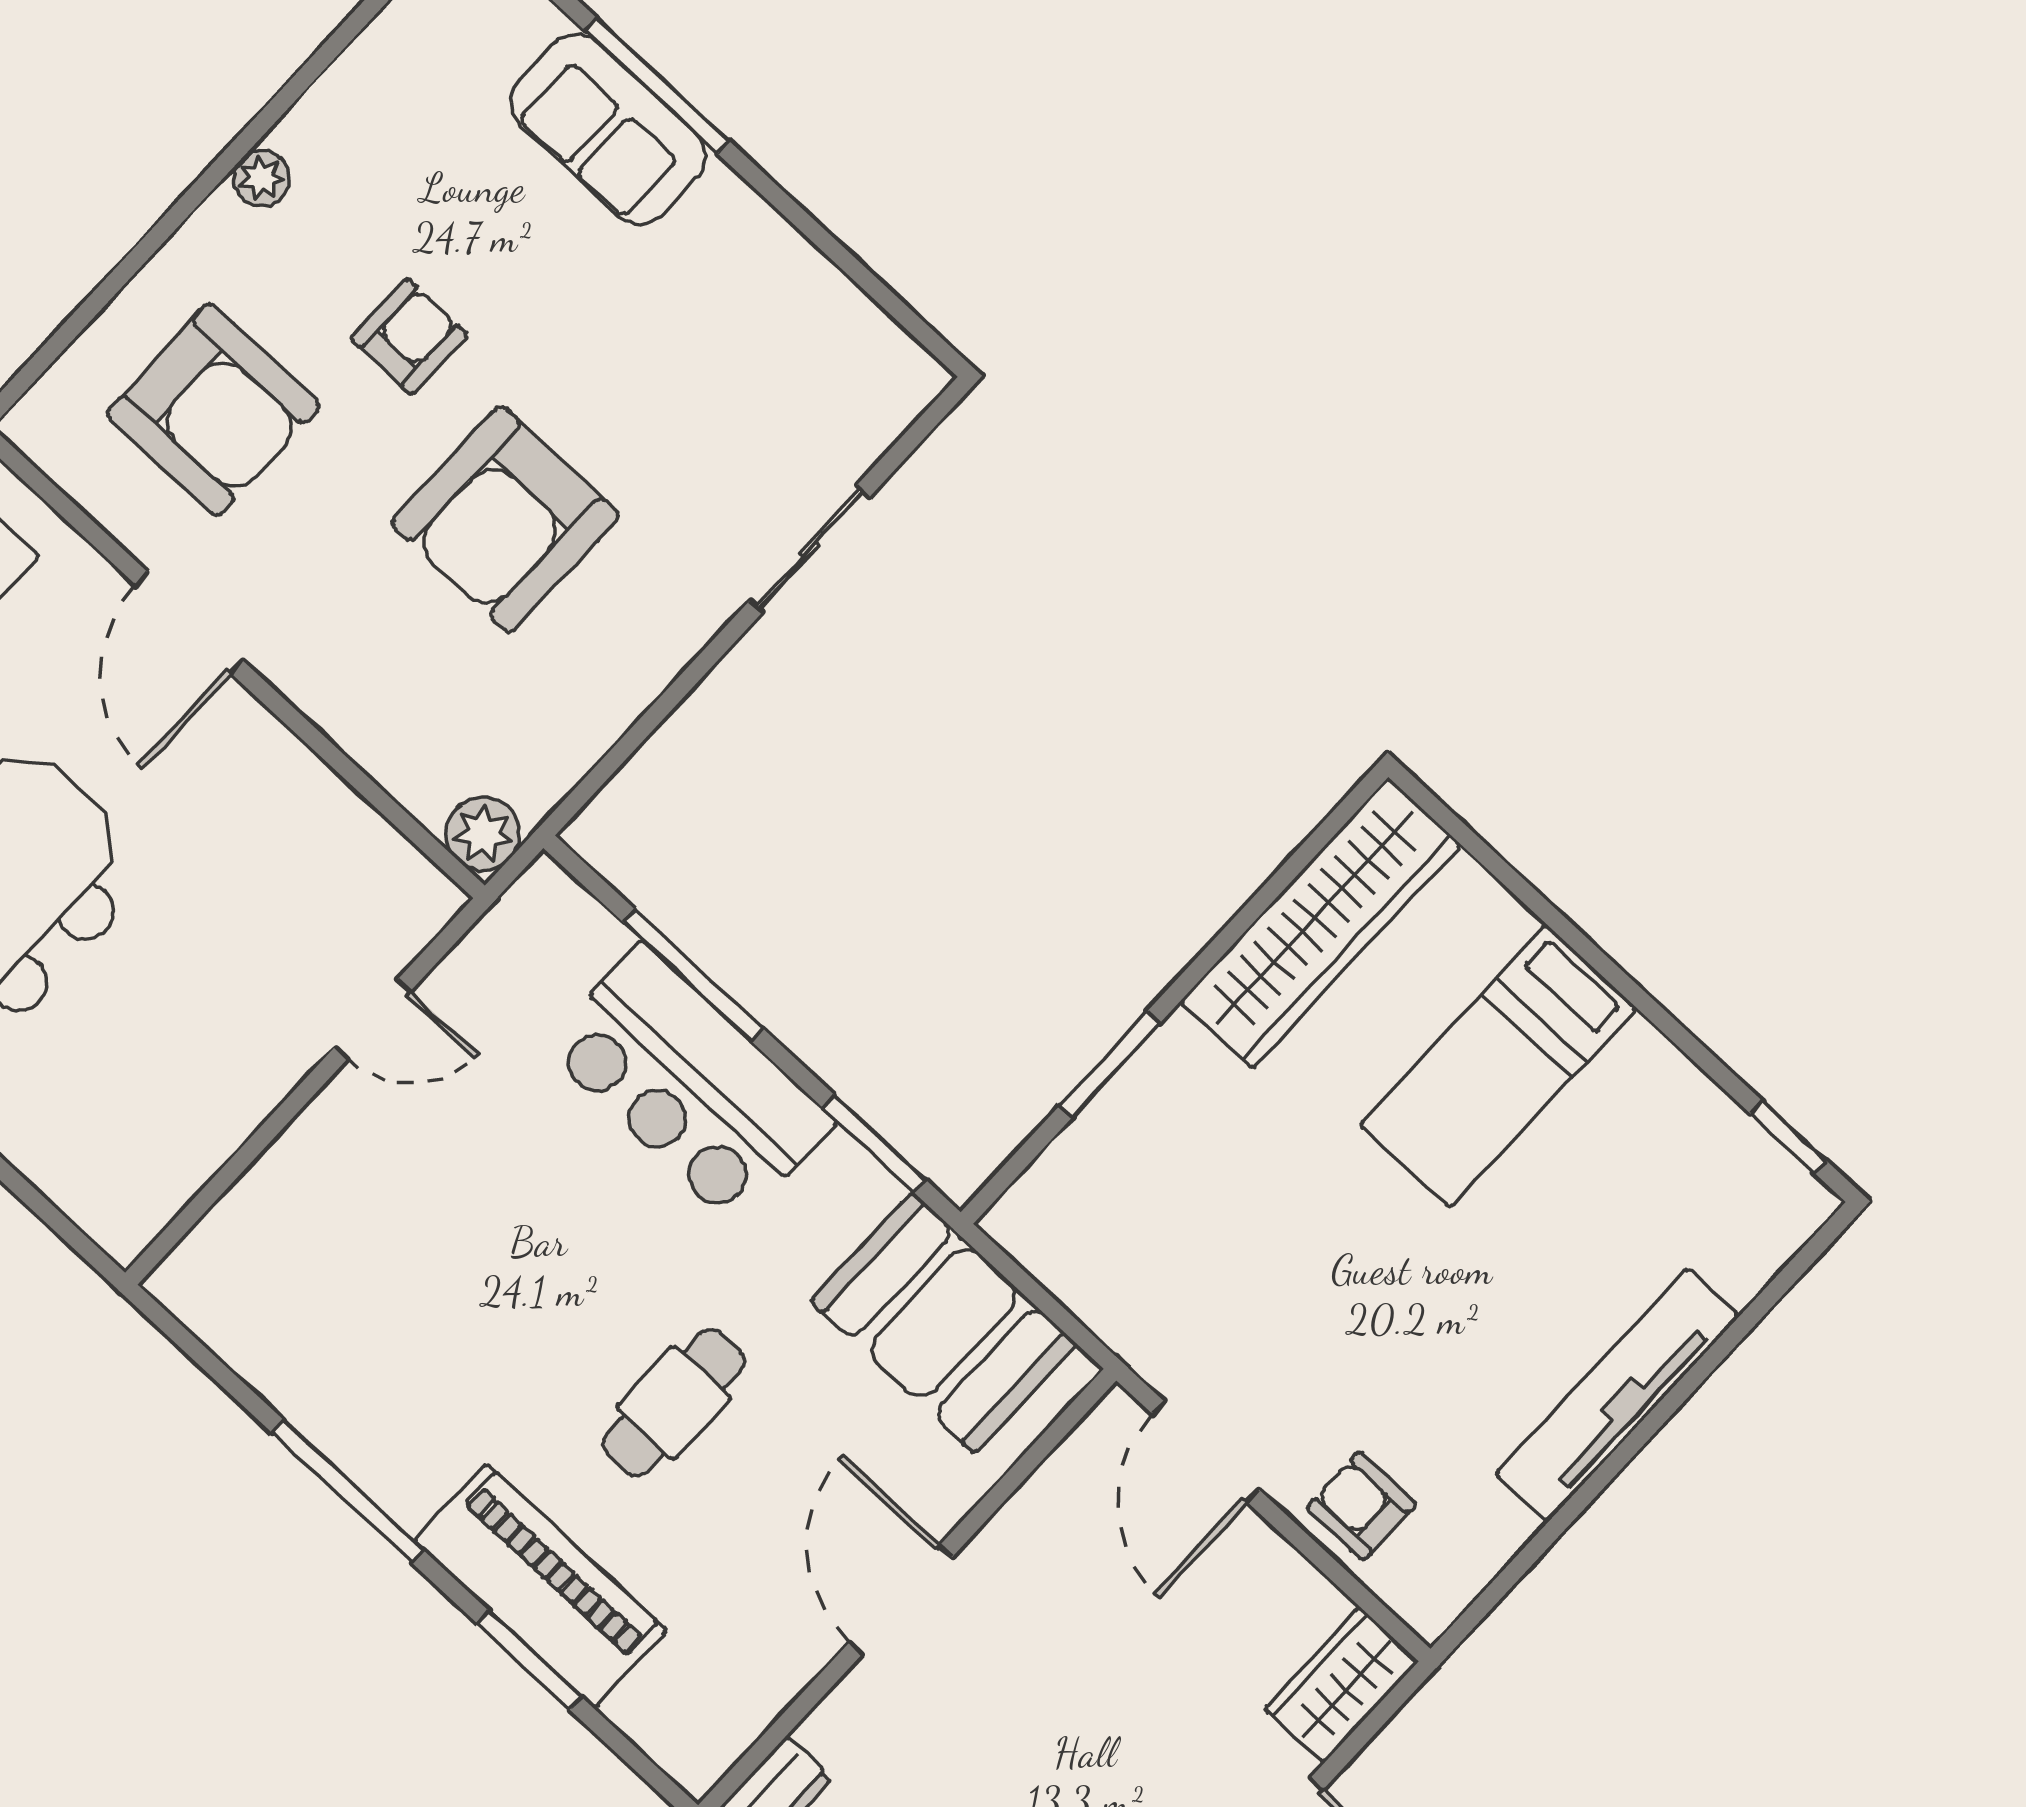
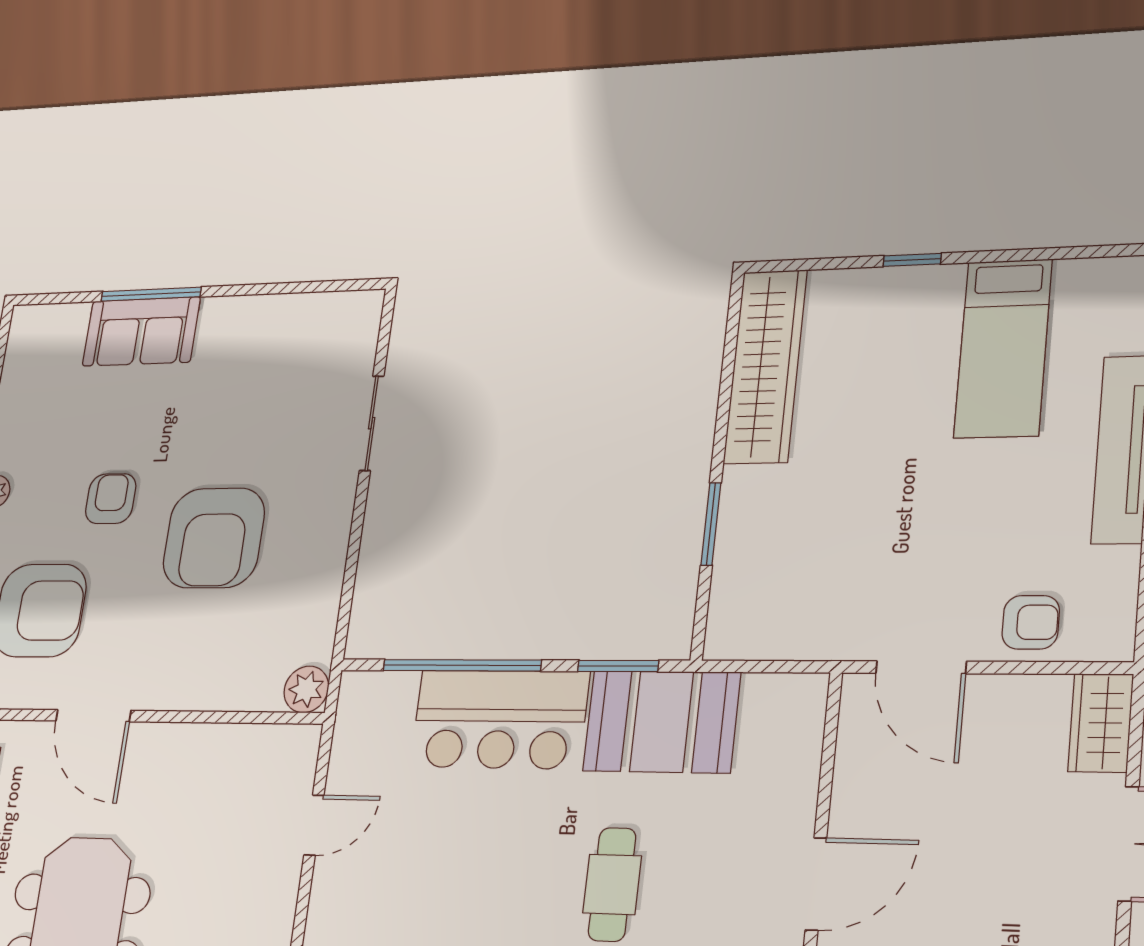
window: (693, 975) -> (462, 665), width x1.46
bed: (1498, 1066) -> (1003, 348), moved
window: (1788, 1137) -> (912, 260), moved
booth: (944, 1323) -> (661, 722), moved
armchair: (1361, 1506) -> (1031, 622), turned 180
door: (901, 1600) -> (816, 884), swing flipped

